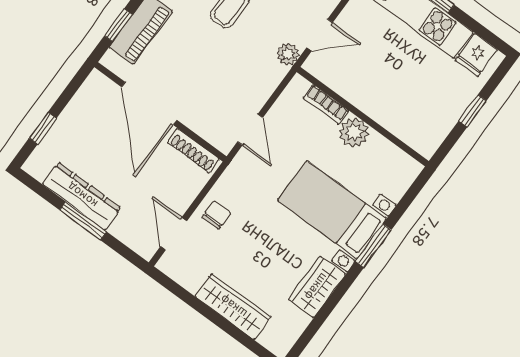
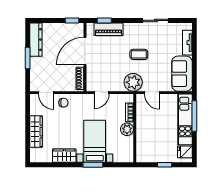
plant: (288, 54) -> (133, 82), width x1.87, depth x1.87
window: (43, 128) -> (72, 20), moved
dresser: (82, 196) -> (36, 40), moved
door: (174, 234) -> (46, 93), swing flipped

